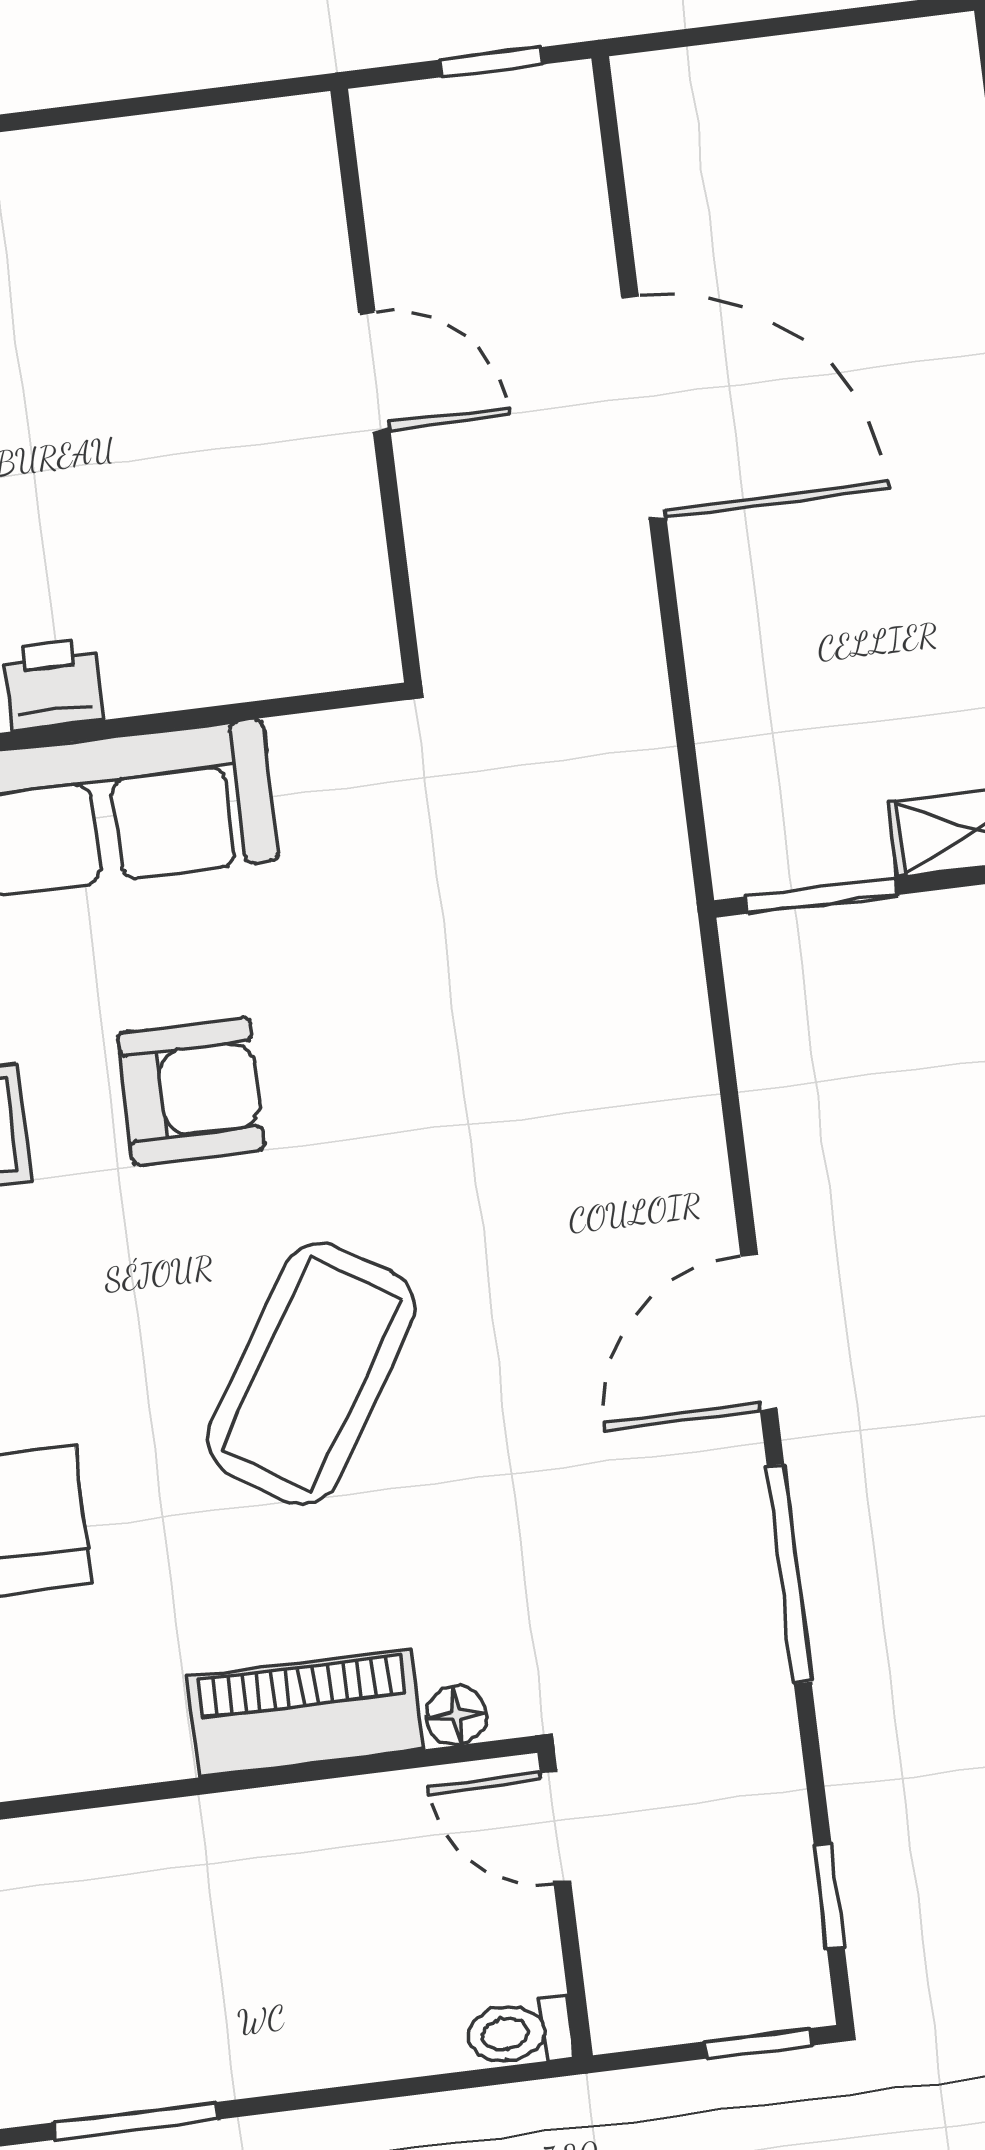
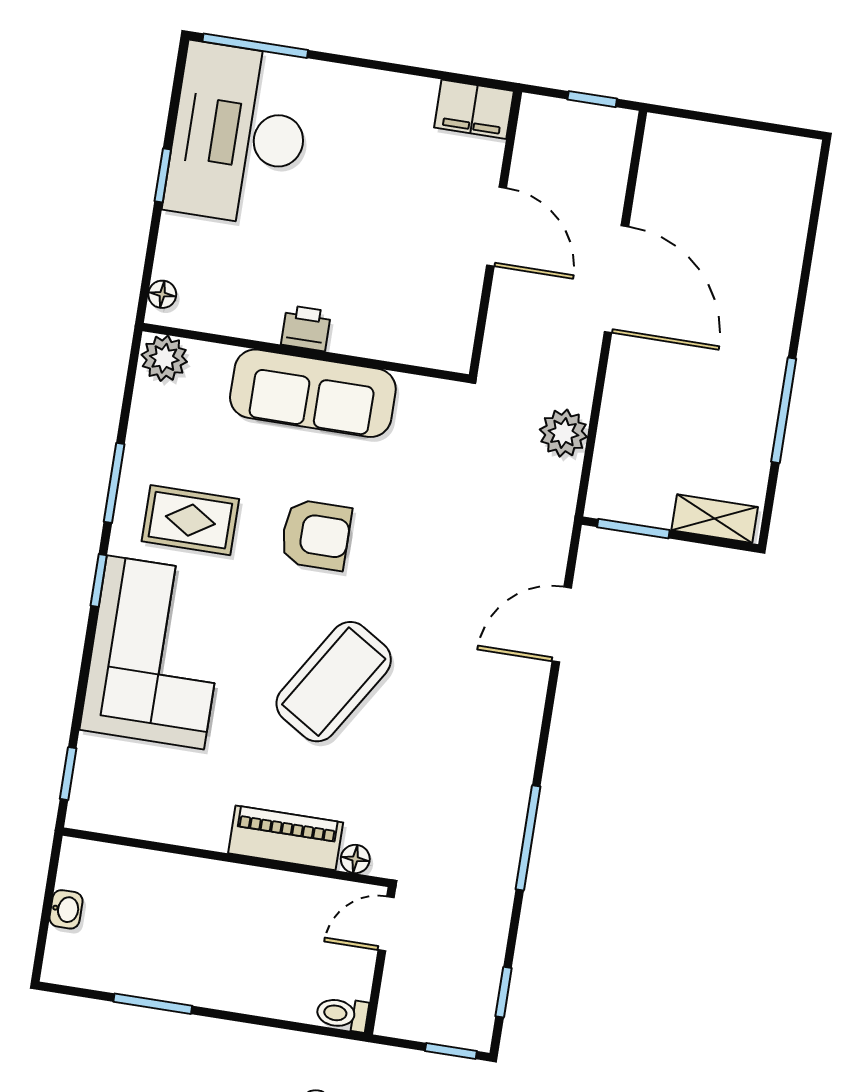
filing cabinet: (261, 151) -> (474, 109), added
door: (374, 372) -> (497, 227), width x1.37
plant: (627, 745) -> (563, 433), added
door: (759, 1332) -> (562, 625), moved
door: (555, 1827) -> (386, 924), hinge flipped

